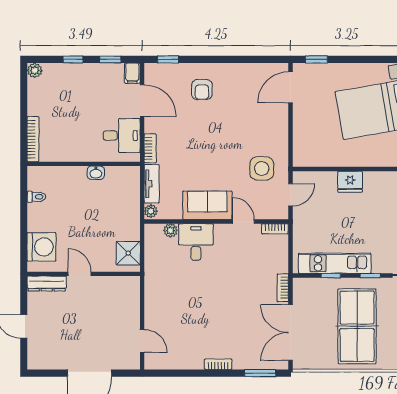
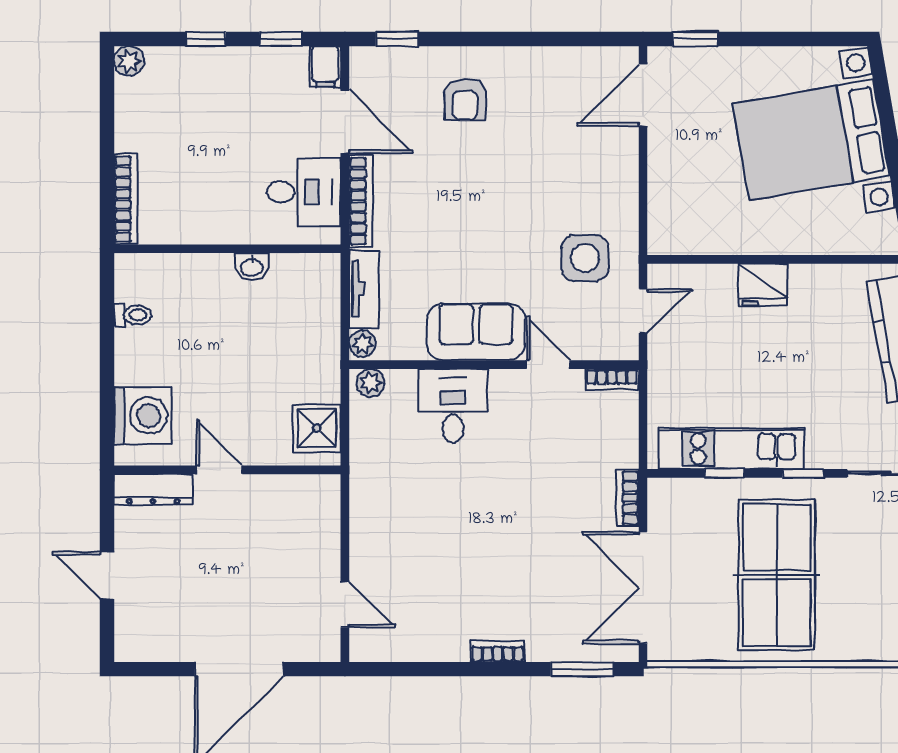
bookcase: (150, 148) -> (361, 201), width x1.56
plant: (170, 231) -> (371, 383), moved

